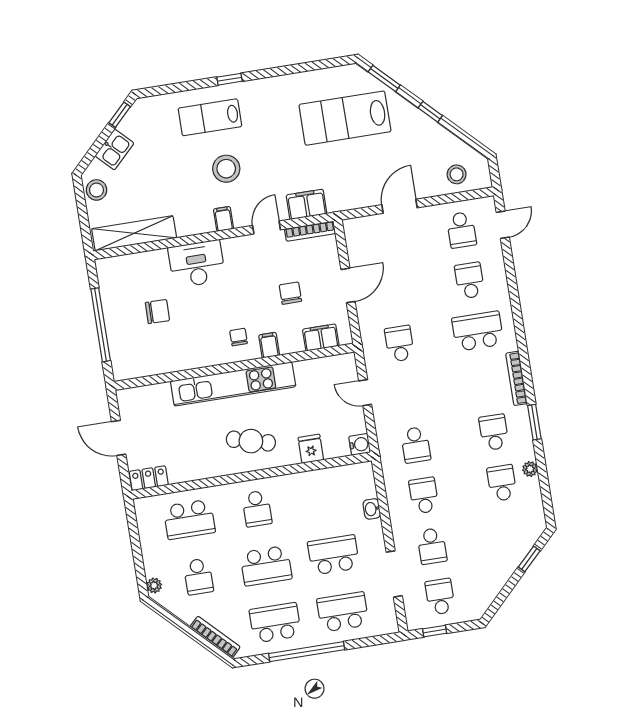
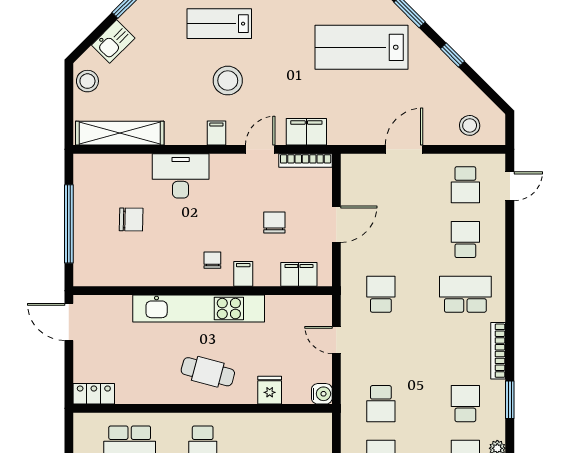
door: (119, 438) -> (69, 322), moved

